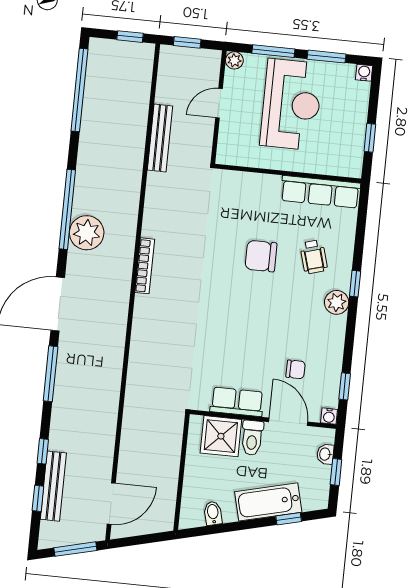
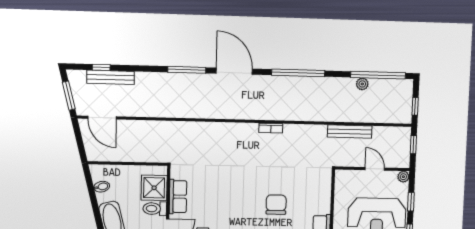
window: (273, 51) -> (411, 202), width x0.67
plant: (87, 233) -> (362, 84), moved, width x0.53, depth x0.53
bookcase: (145, 266) -> (271, 128), width x0.64
window: (43, 451) -> (134, 68), removed

